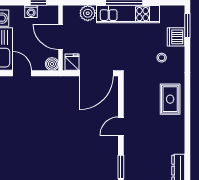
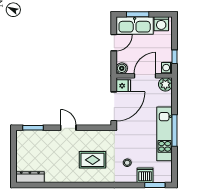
washing machine: (31, 11) -> (167, 68), moved
plant: (88, 13) -> (165, 84), moved
door: (96, 73) -> (114, 106), swing flipped
rug: (170, 99) -> (93, 160), moved

